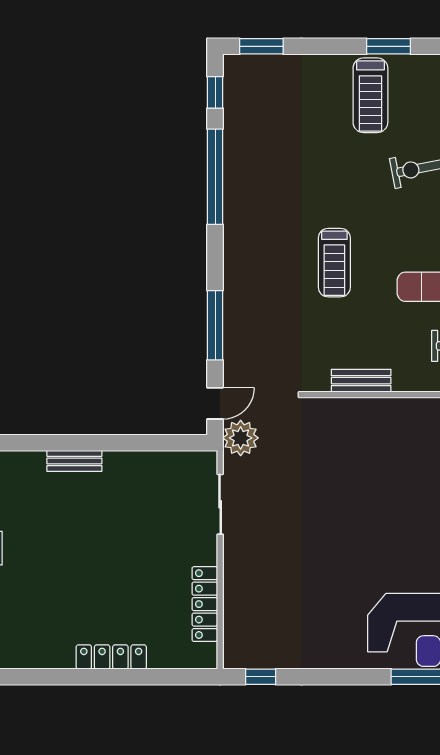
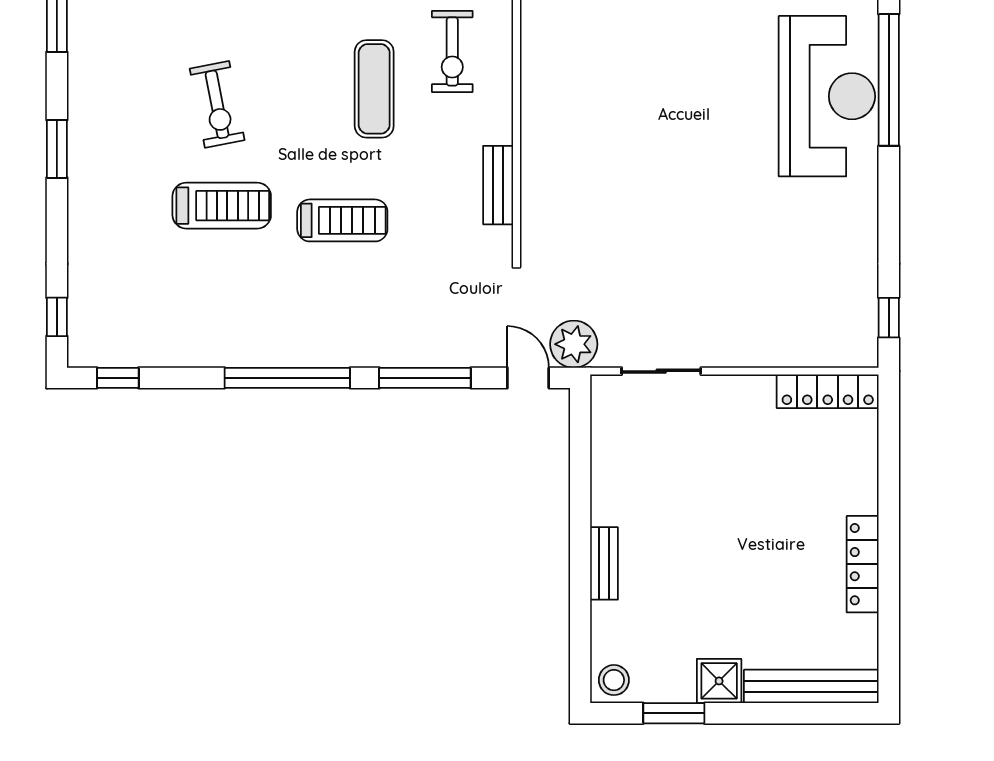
window: (261, 46) -> (57, 317), width x0.67
treadmill: (370, 95) -> (222, 206), moved
window: (215, 177) -> (287, 378), moved
locker: (205, 604) -> (828, 391), moved
locker: (111, 657) -> (863, 564), moved

